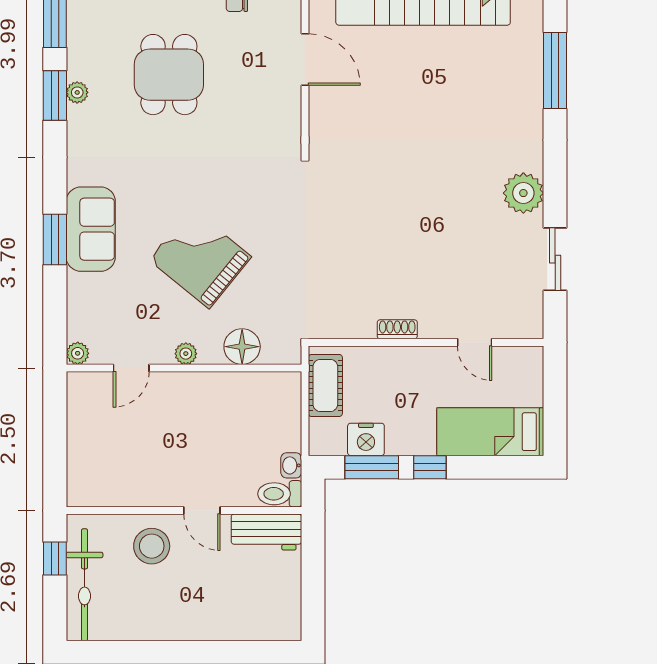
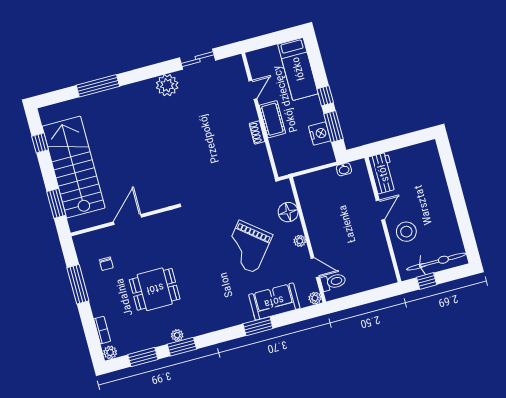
sofa: (91, 229) -> (274, 302), moved
cot: (325, 385) -> (272, 119), moved, turned 90
toilet: (280, 494) -> (333, 282), moved, turned -90

